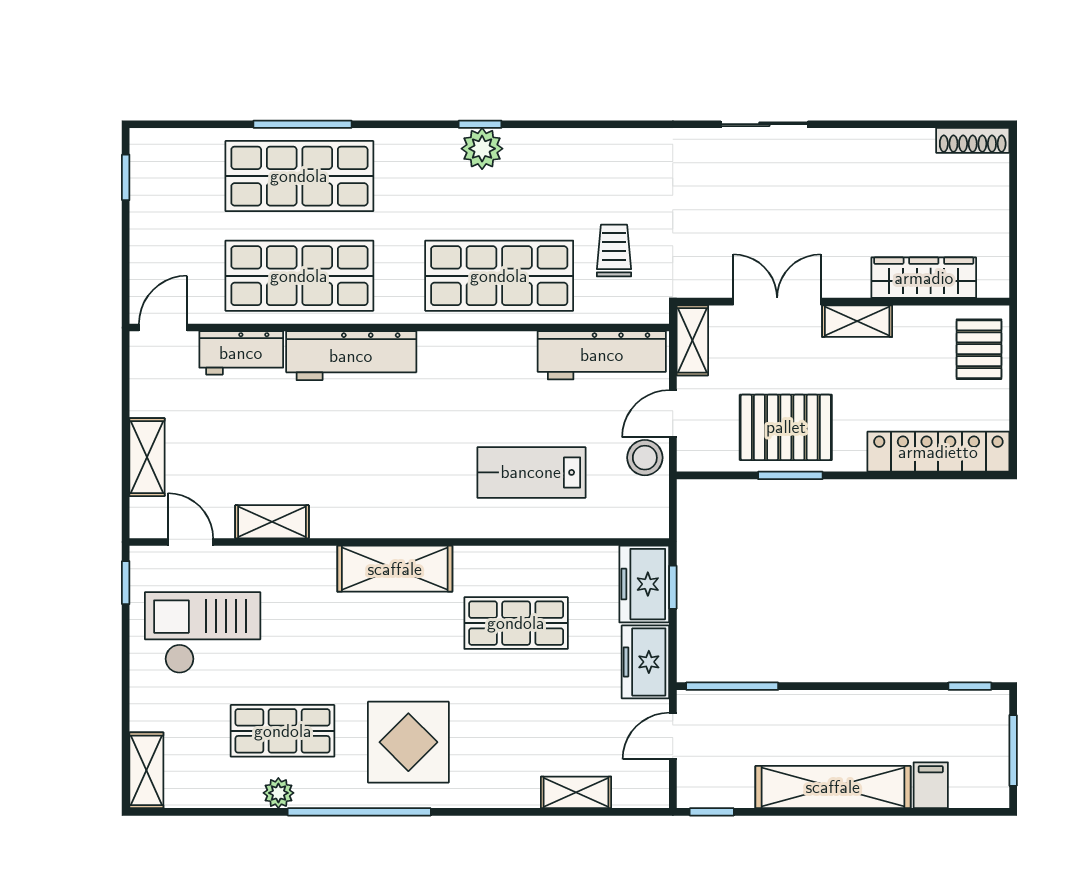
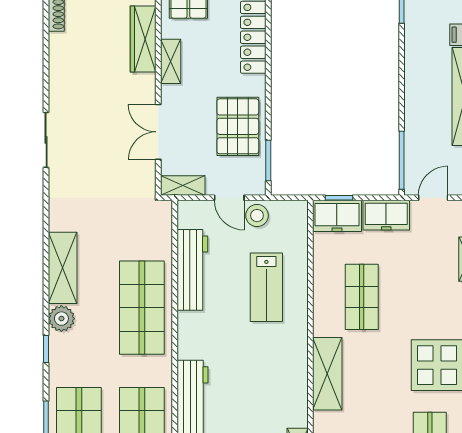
window: (480, 124) -> (46, 349), moved
shelving: (562, 150) -> (63, 268), added
trolley: (614, 250) -> (126, 235), removed
shelving: (857, 321) -> (171, 61), moved
workbench: (602, 355) -> (192, 270), moved
window: (790, 475) -> (268, 161), moved
door: (673, 736) -> (433, 198), swing flipped

